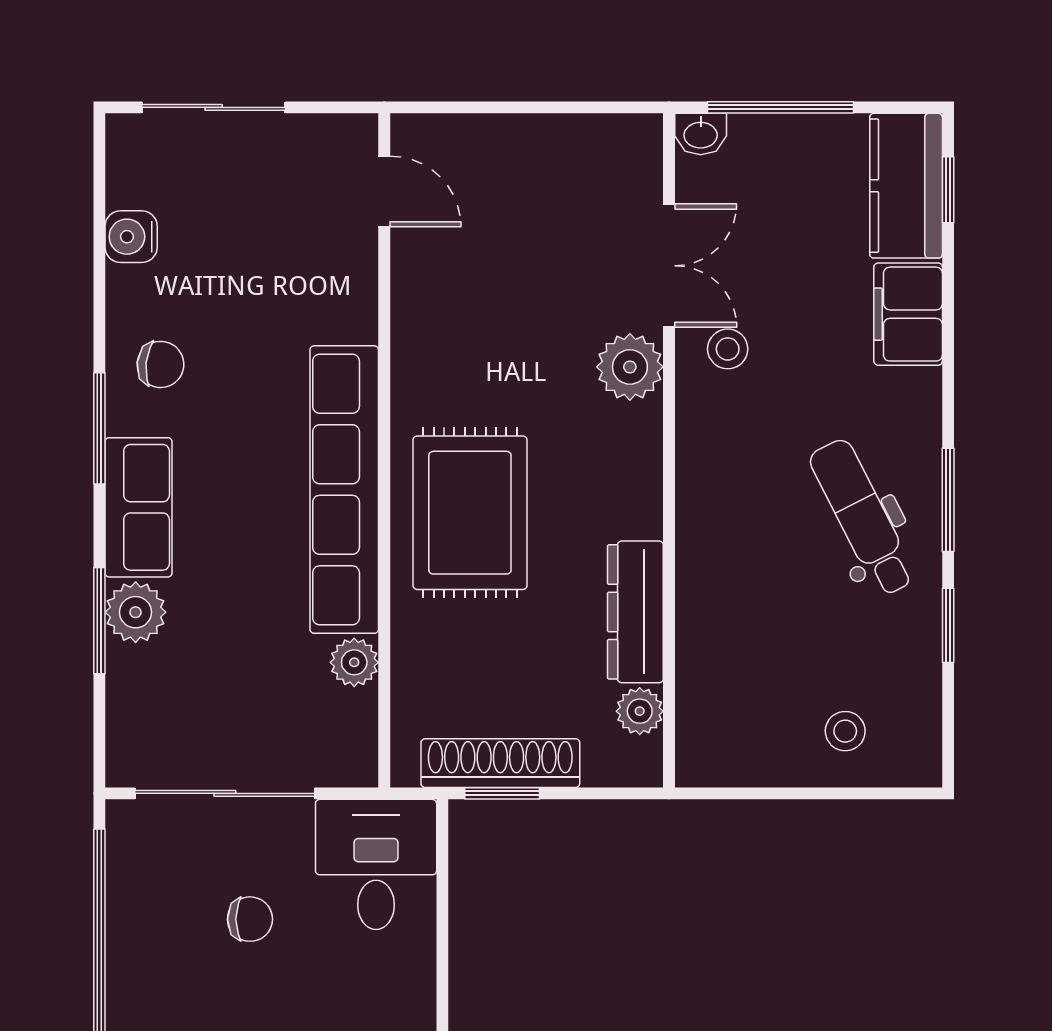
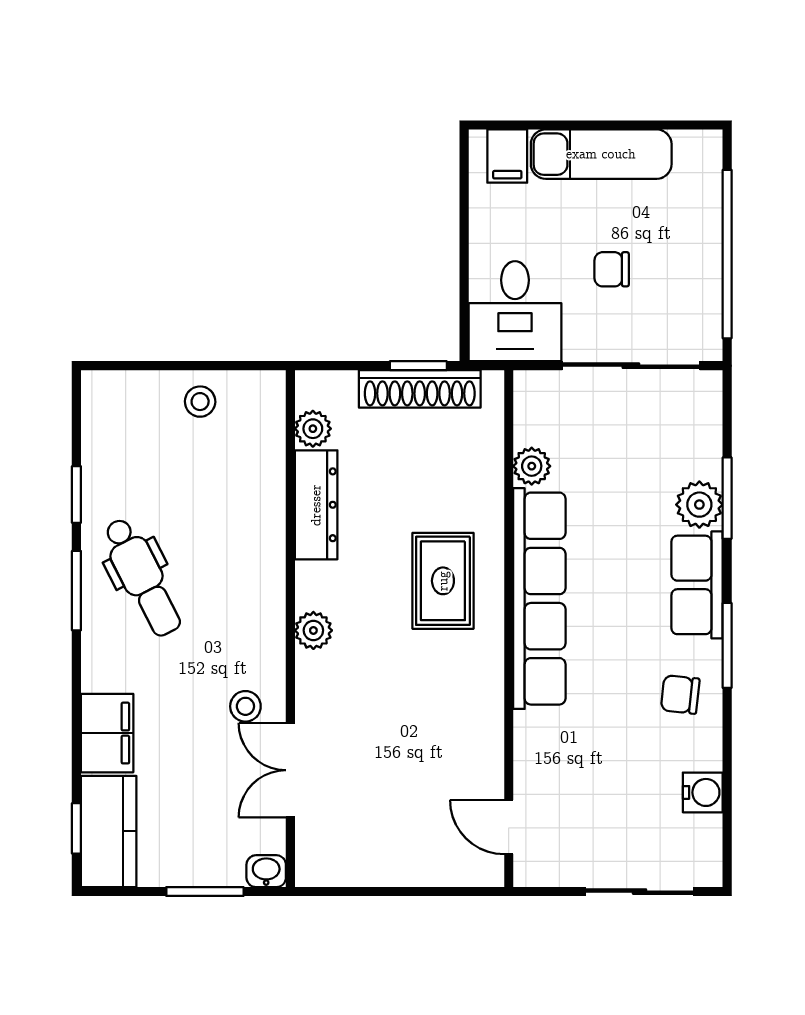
window: (780, 107) -> (205, 892), width x0.69
plant: (630, 367) -> (313, 630), moved, width x0.73, depth x0.73
rug: (470, 513) -> (443, 581), width x0.73, depth x0.70
stool: (845, 731) -> (200, 402), moved

